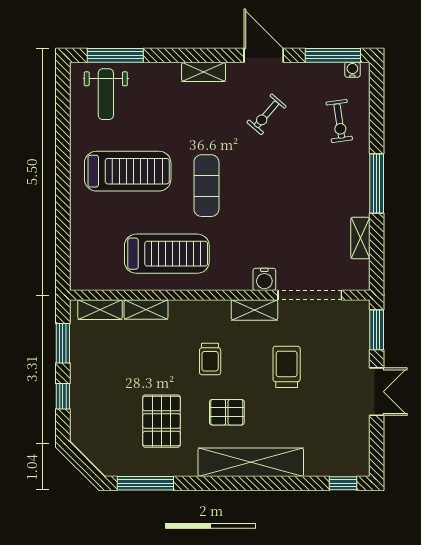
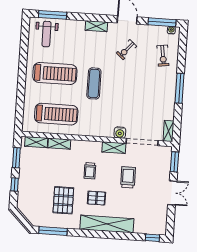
shelving: (360, 238) -> (168, 131), moved
treadmill: (167, 254) -> (56, 114), moved

